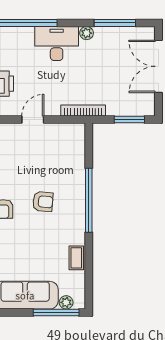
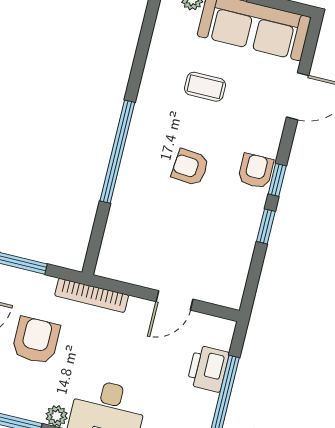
armchair: (110, 75) -> (36, 340), added
coffee table: (76, 258) -> (205, 87), moved, turned 90

